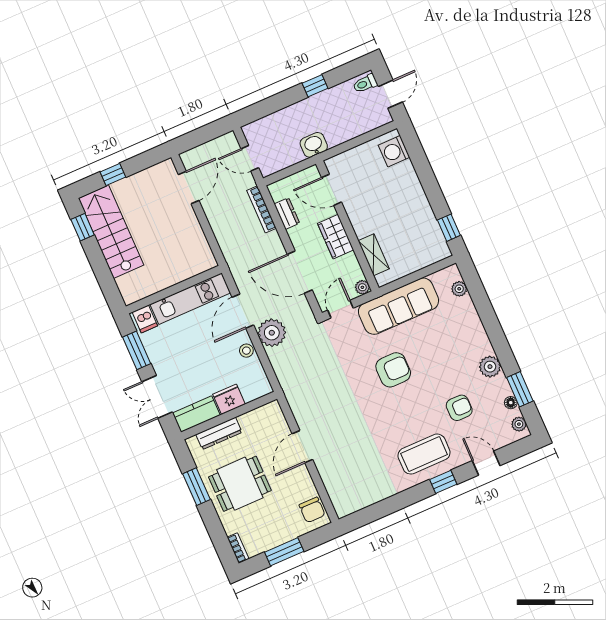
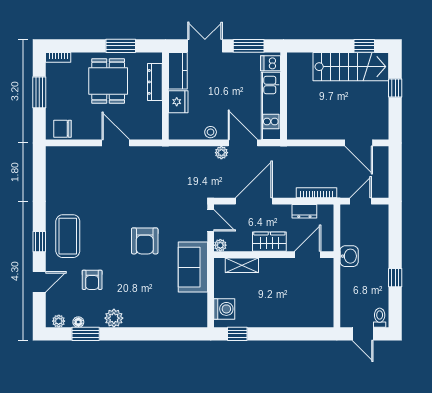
washing machine: (394, 151) -> (224, 309), moved, turned 90
plant: (459, 289) -> (186, 321), removed
sofa: (398, 306) -> (193, 267), width x0.73
plant: (272, 333) -> (221, 153), width x0.53, depth x0.53

